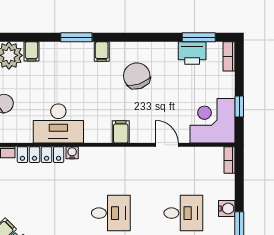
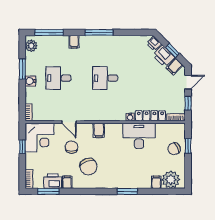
filing cabinet: (102, 52) -> (67, 182), moved
chair: (163, 106) -> (71, 147), added

